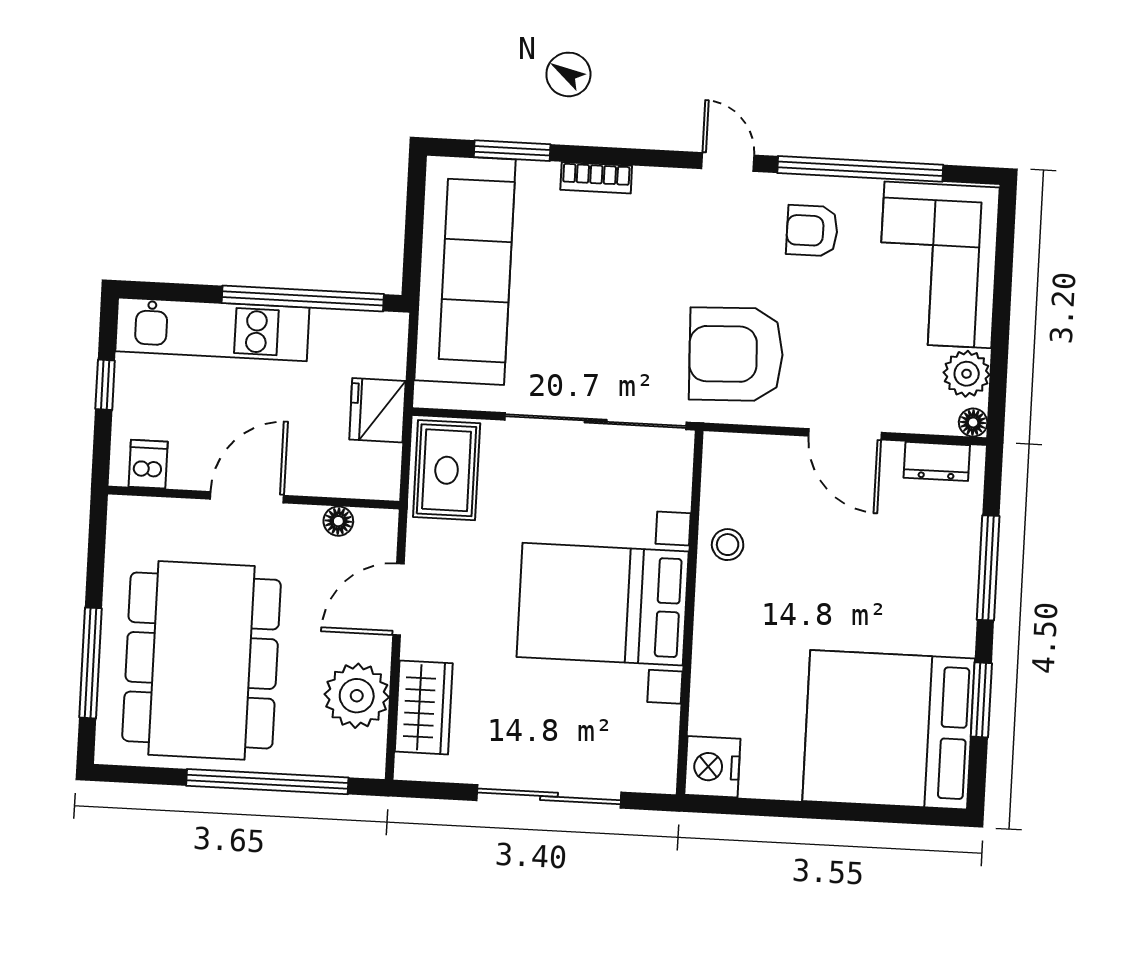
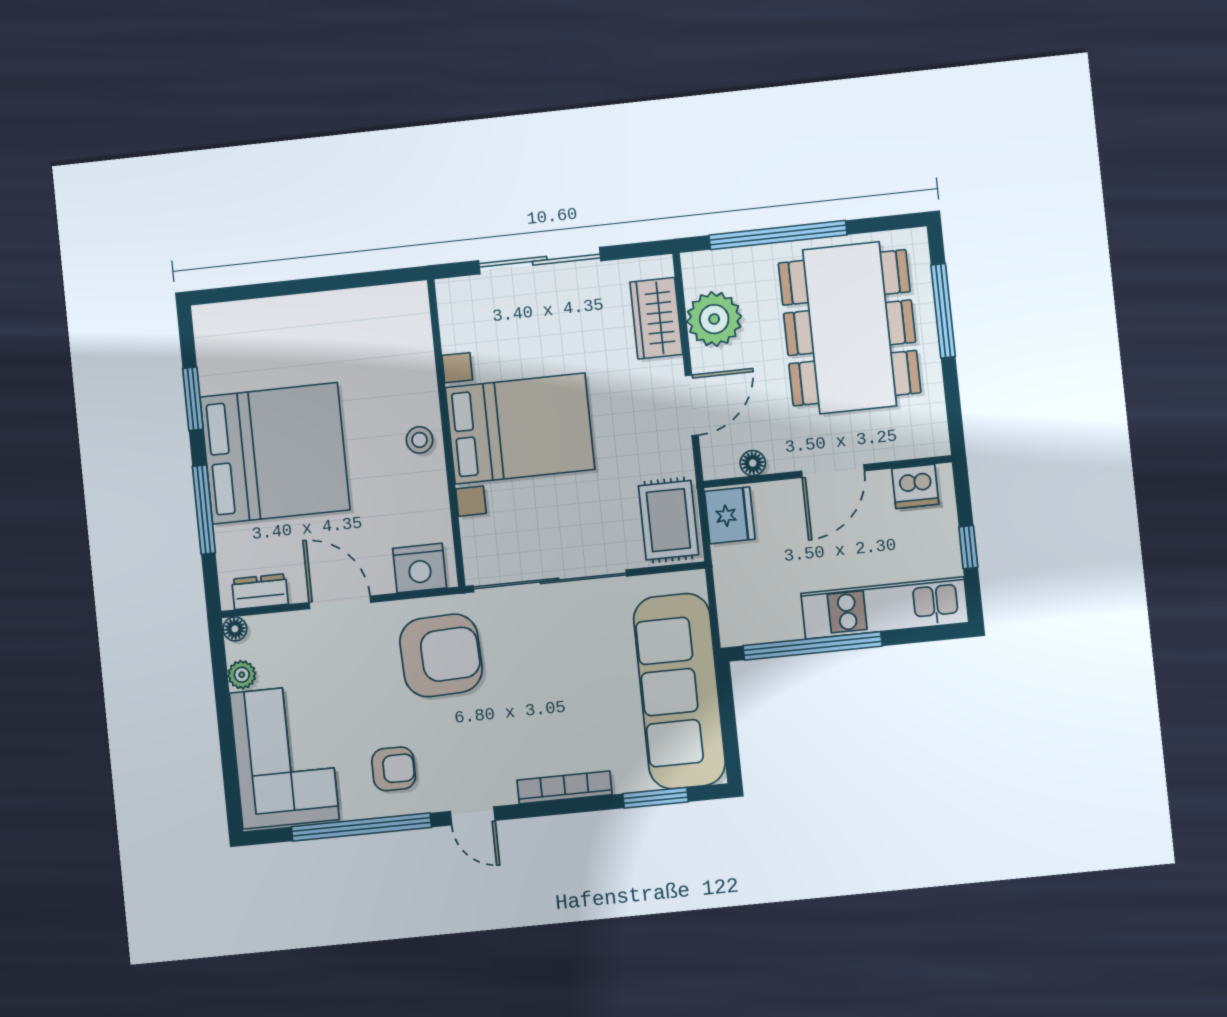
bookcase: (596, 178) -> (565, 787), width x1.56
plant: (967, 374) -> (242, 675), width x0.73, depth x0.73
fridge: (377, 410) -> (730, 515), moved
dishwasher: (148, 464) -> (915, 486), width x1.38
stool: (728, 545) -> (420, 440), moved
bed: (889, 730) -> (275, 453), moved
nightstand: (712, 767) -> (420, 568), moved, turned 90

